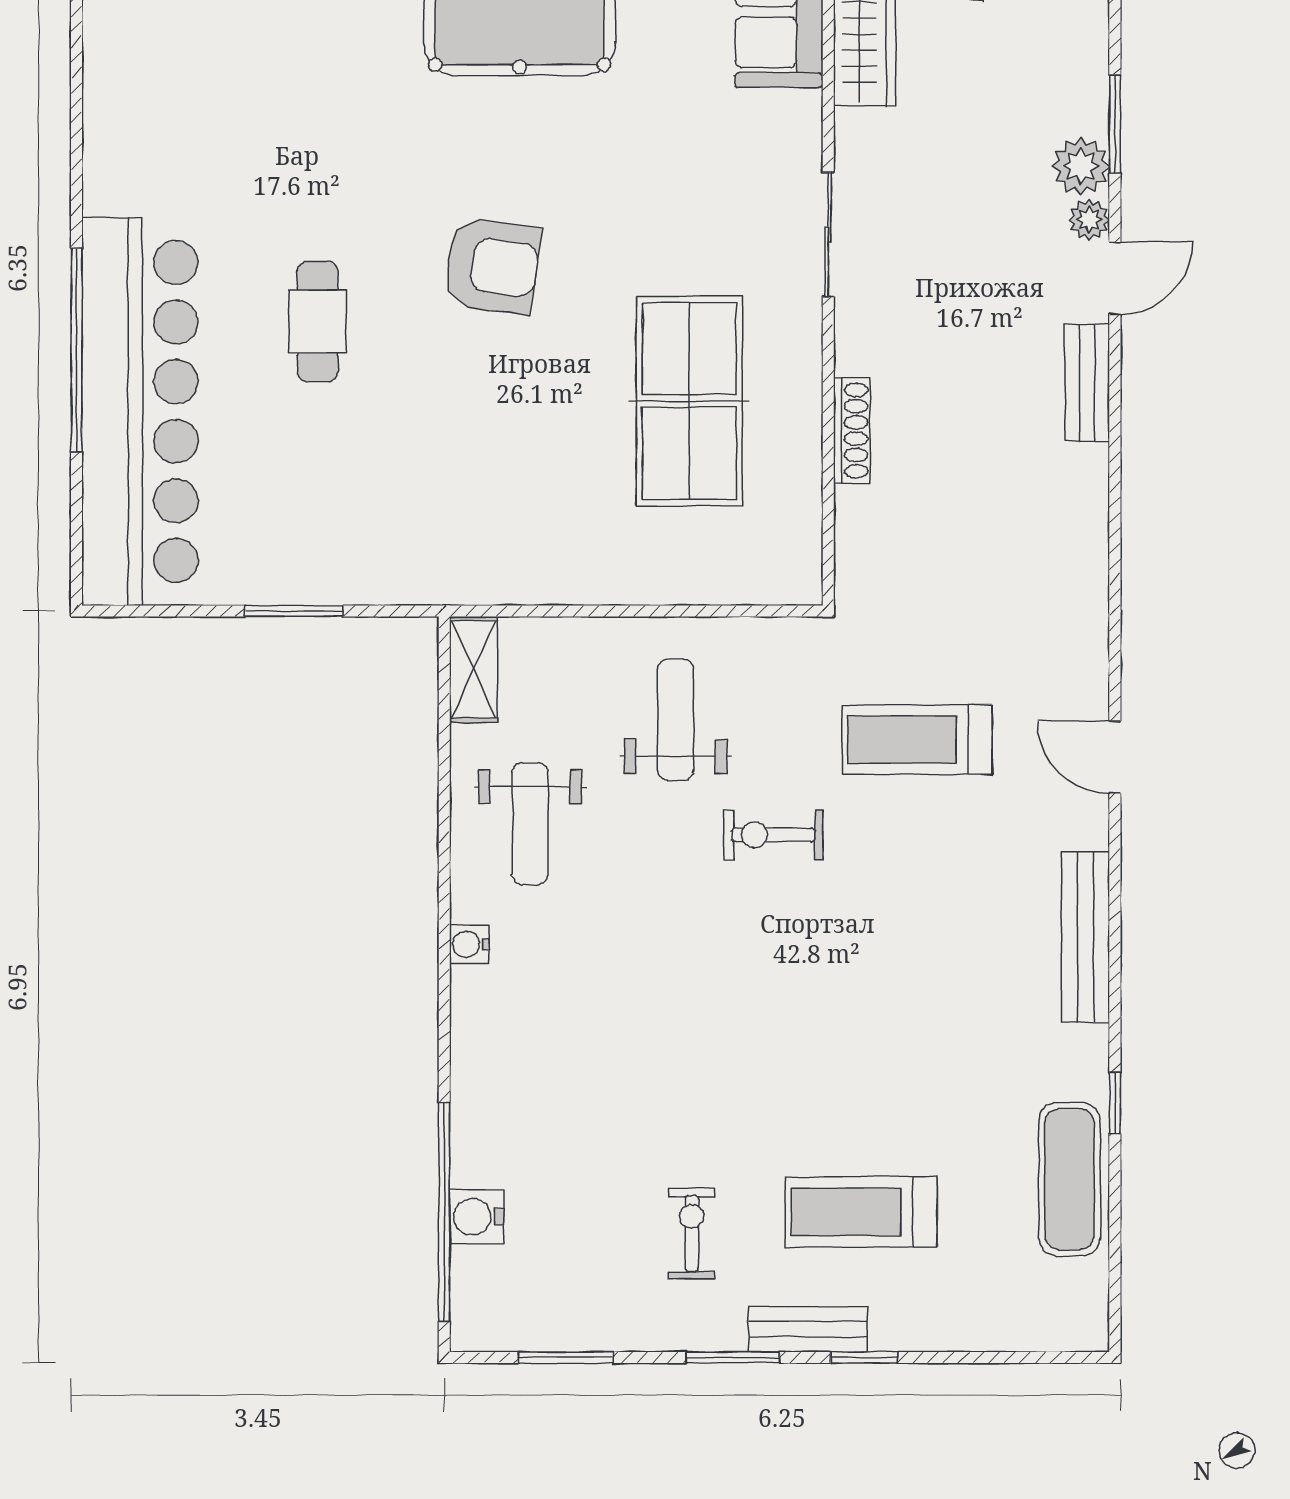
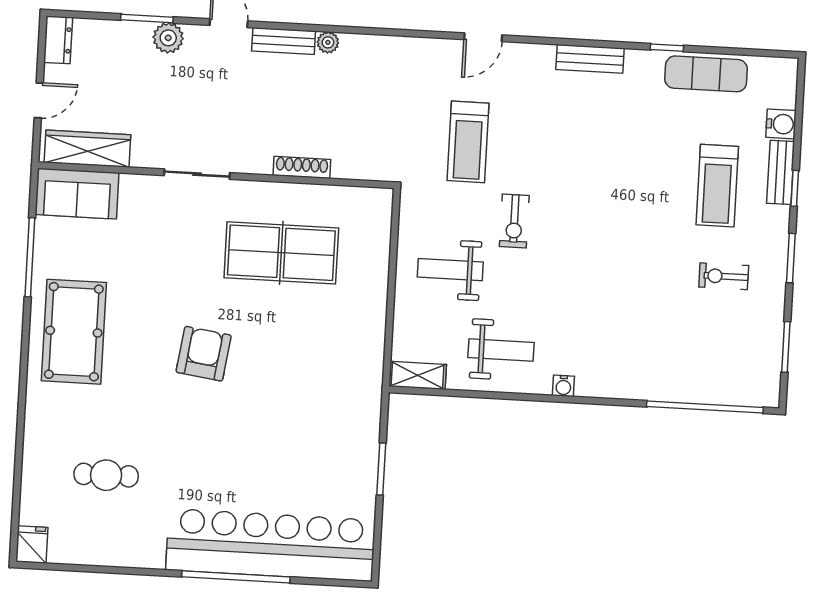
plant: (1089, 220) -> (328, 42), moved
cafe table: (318, 321) -> (106, 475), moved
bench: (1086, 937) -> (590, 59), width x0.73
water cooler: (477, 1217) -> (781, 124), moved, turned -90
bench: (808, 1329) -> (781, 172), moved

